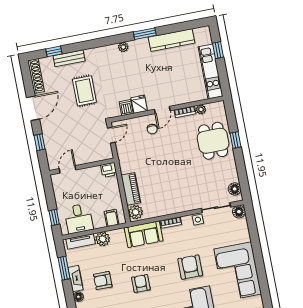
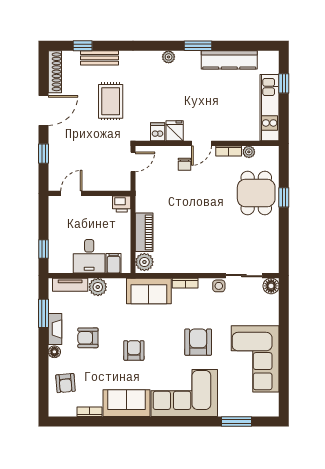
floor lamp: (235, 189) -> (271, 257), removed
desk: (79, 219) -> (89, 256), moved

